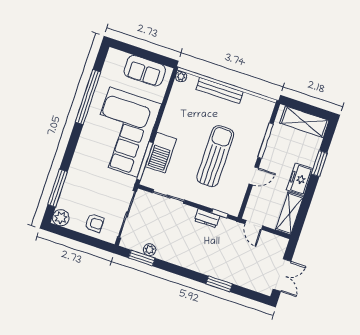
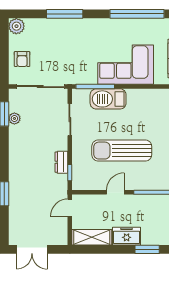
corner sofa: (123, 132) -> (126, 65), width x0.73, depth x0.74
sun lounger: (215, 156) -> (122, 151), turned 180
door: (254, 176) -> (115, 192), swing flipped
window: (58, 188) -> (65, 14), moved

